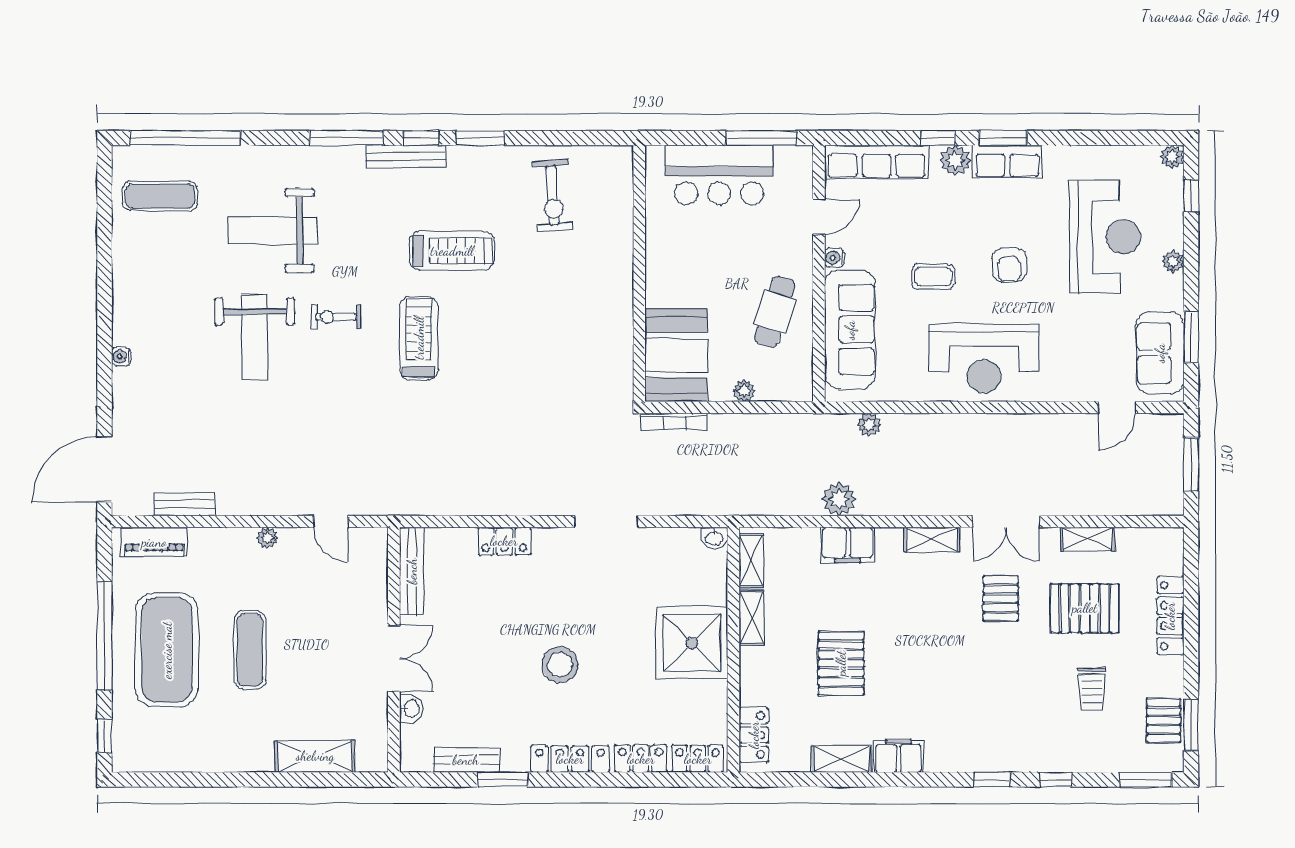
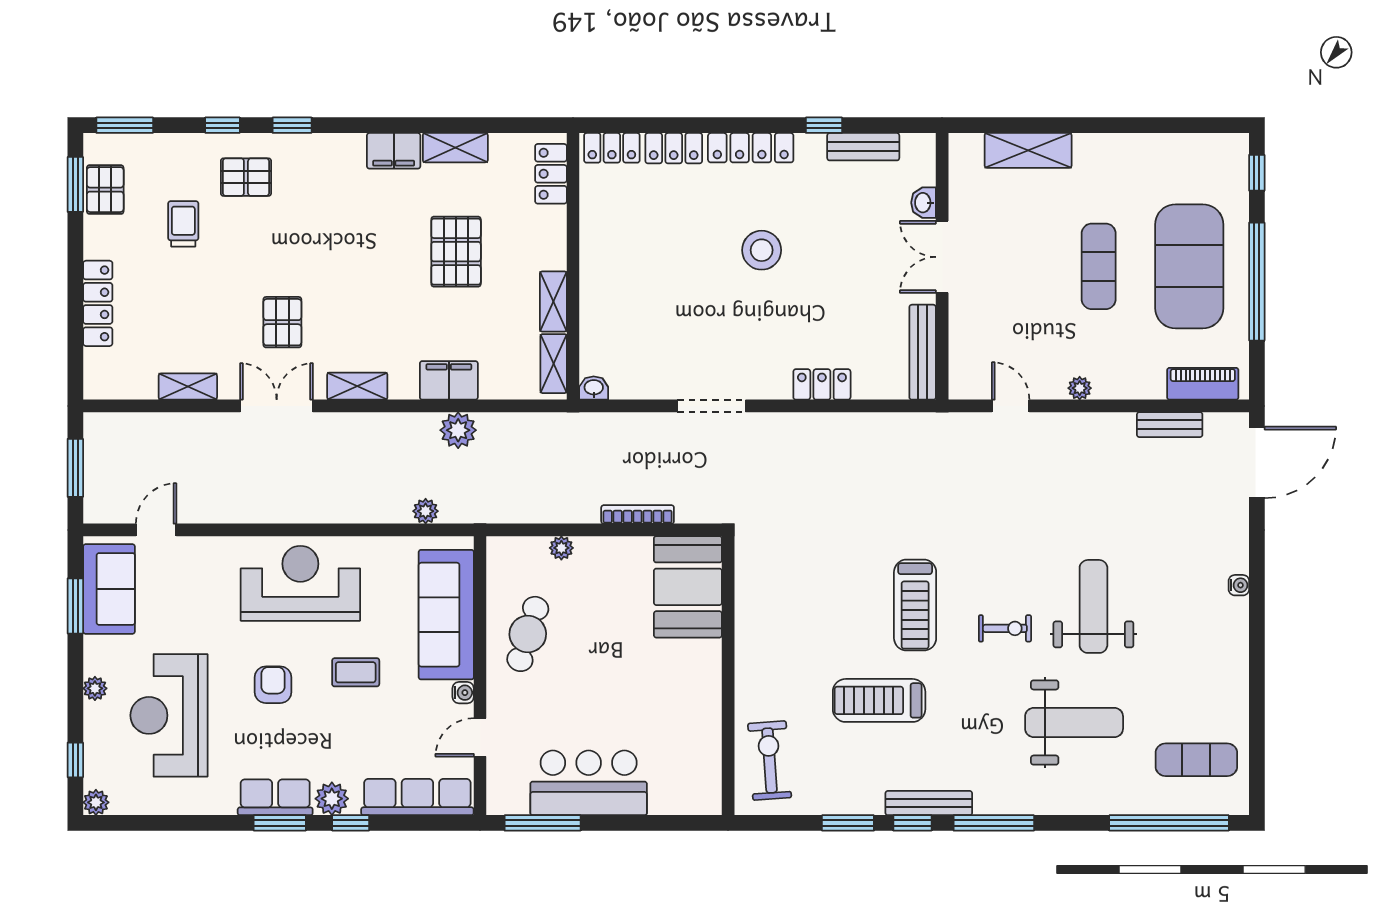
wall: (639, 273) -> (728, 676), moved
booth: (676, 355) -> (688, 587), moved
pallet: (1085, 608) -> (246, 177), moved, width x0.67, depth x0.71
shower: (692, 643) -> (618, 274), removed
window: (503, 780) -> (824, 125), width x0.67

